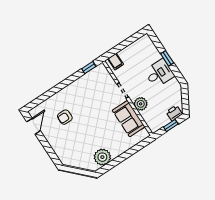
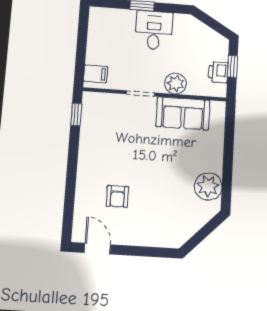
printer: (174, 113) -> (218, 72), moved

